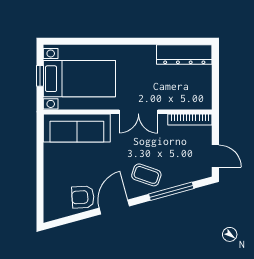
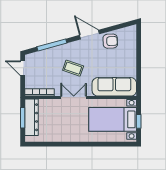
dresser: (184, 55) -> (31, 117), moved, turned 90
window: (215, 81) -> (23, 118), added
coffee table: (146, 175) -> (73, 68), moved
door: (114, 207) -> (90, 35), swing flipped

